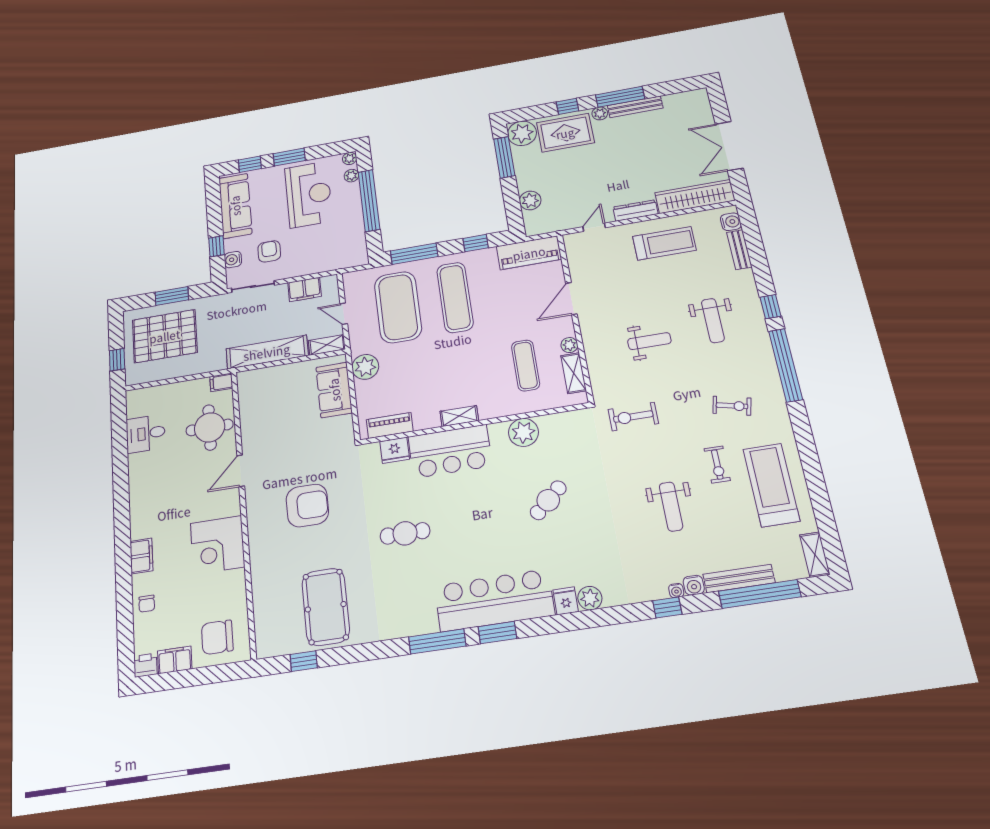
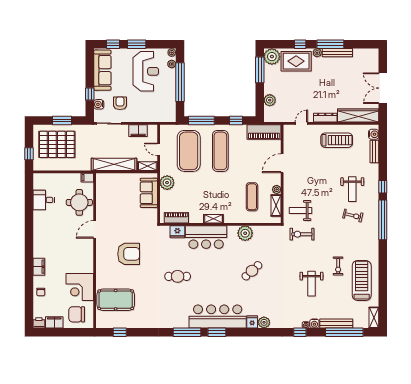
weight bench: (649, 341) -> (301, 210), moved, turned 180
exercise bike: (732, 406) -> (353, 216), moved
corner desk: (218, 545) -> (80, 287), moved
pool table: (326, 607) -> (116, 300), moved, turned 90

